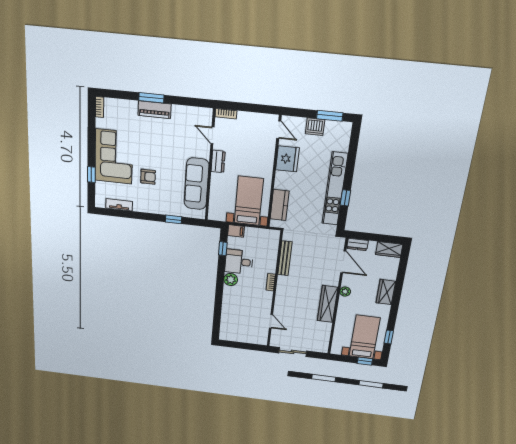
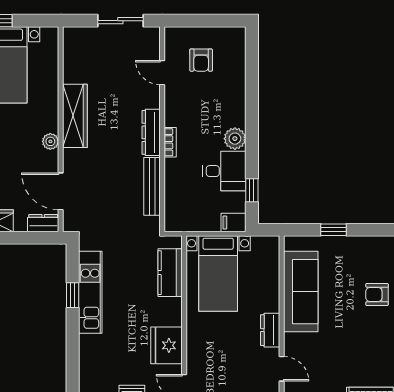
kitchen unit: (335, 189) -> (90, 292), width x0.73
dresser: (282, 289) -> (151, 132), added
armchair: (247, 325) -> (201, 60), added

